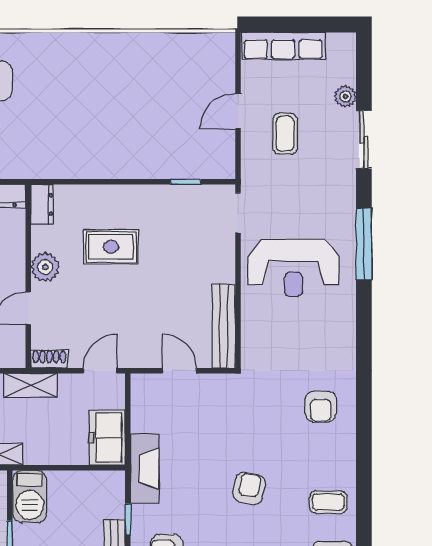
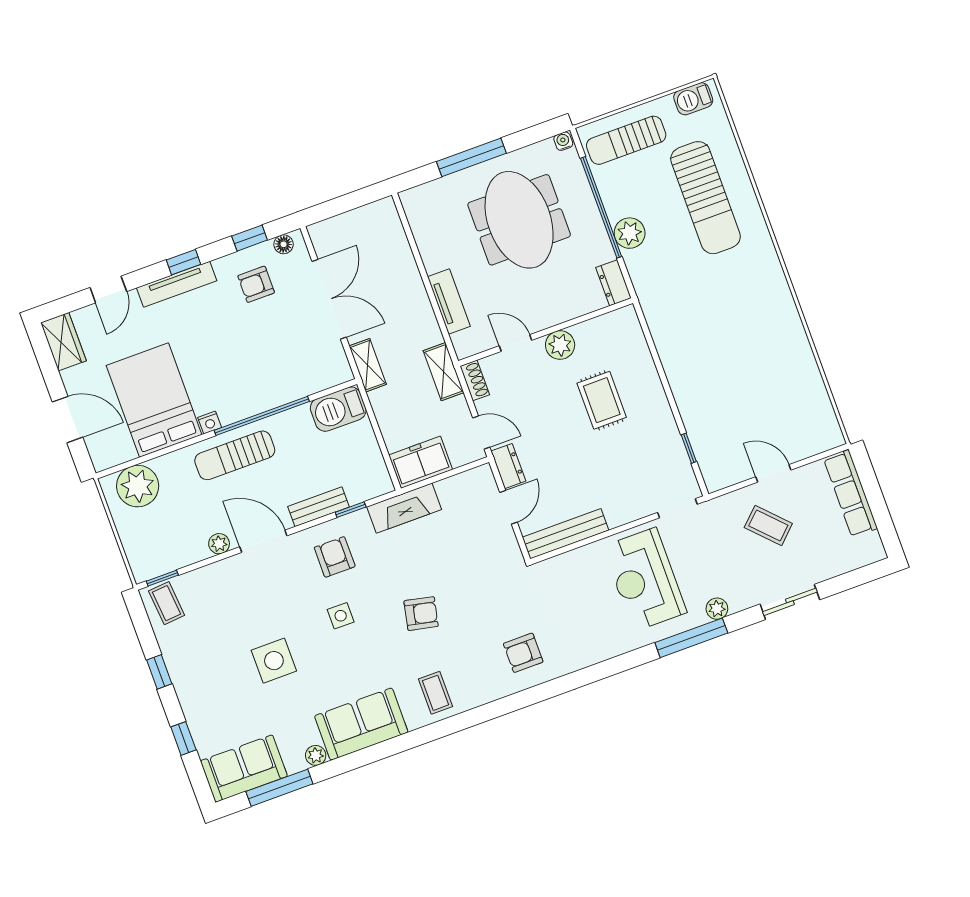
plant: (345, 96) -> (717, 609), moved
coffee table: (285, 134) -> (768, 526), turned 46
dresser: (42, 204) -> (508, 466), moved, turned -90

